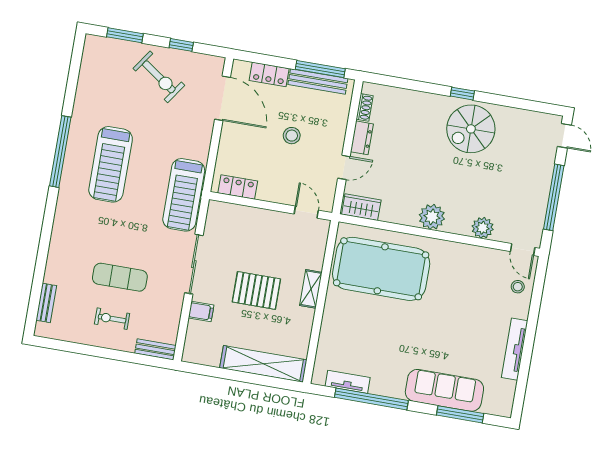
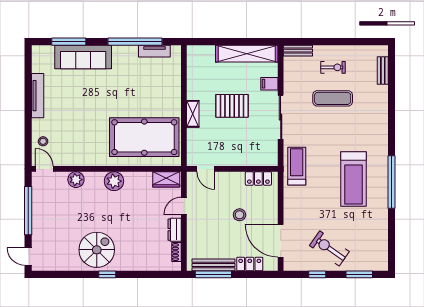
stool: (292, 136) -> (239, 215), moved
treadmill: (111, 164) -> (353, 179), turned 180
treadmill: (184, 195) -> (297, 166), width x0.73, depth x0.73
shelving: (263, 364) -> (247, 54), moved

